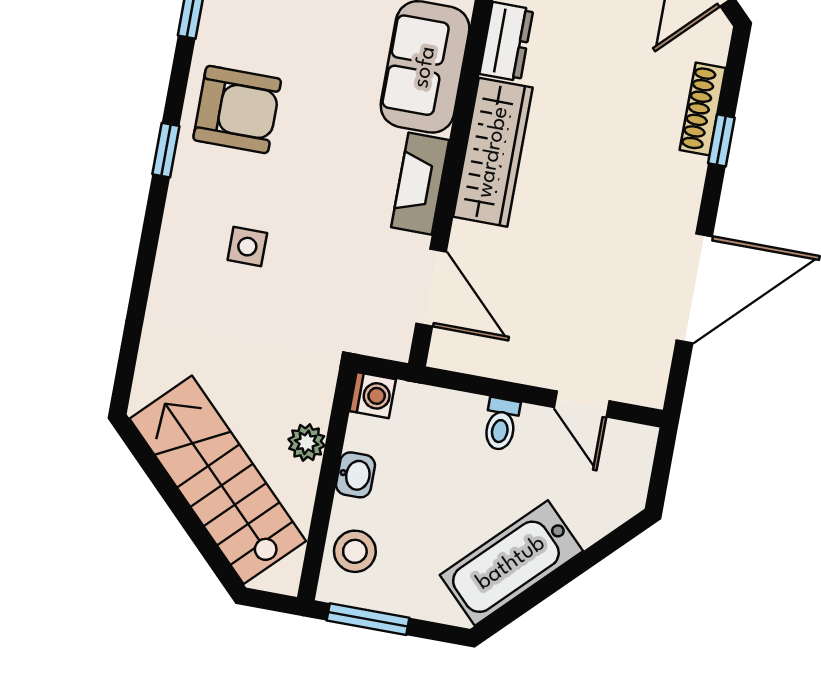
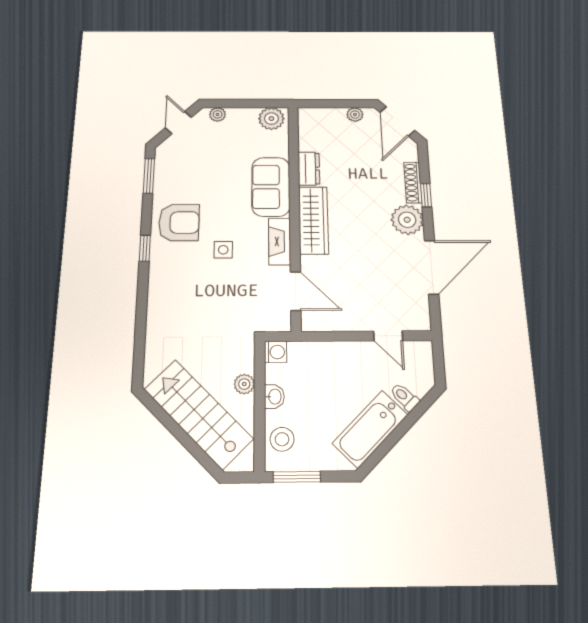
plant: (672, 185) -> (407, 220), added
side table: (247, 247) -> (223, 250), moved
toilet: (501, 424) -> (404, 397), moved, turned 135

